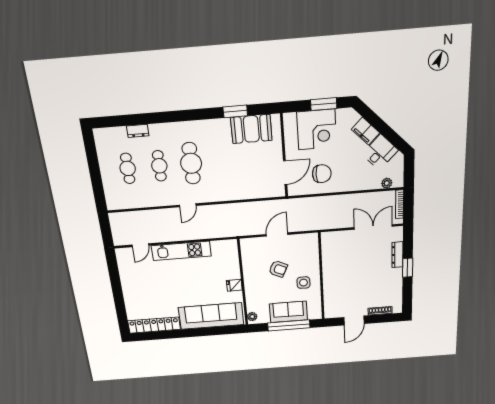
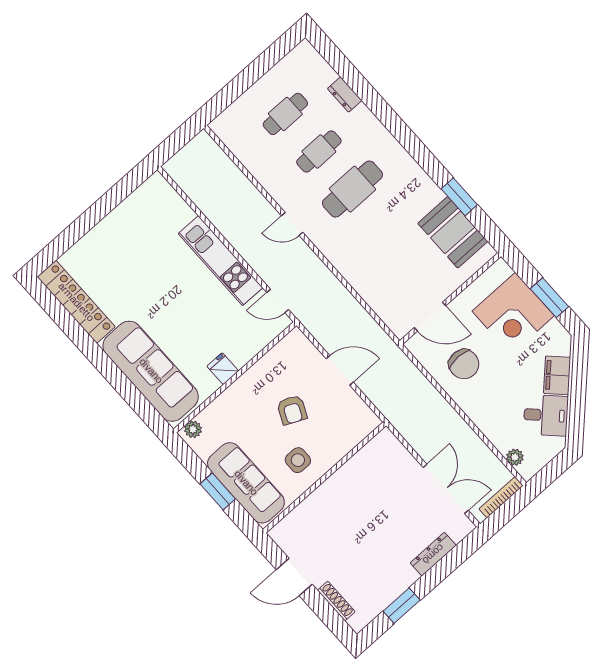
door: (140, 245) -> (278, 301), moved
window: (408, 268) -> (402, 606), moved
sofa: (288, 312) -> (246, 483), width x1.36
window: (289, 325) -> (218, 491), width x0.47

